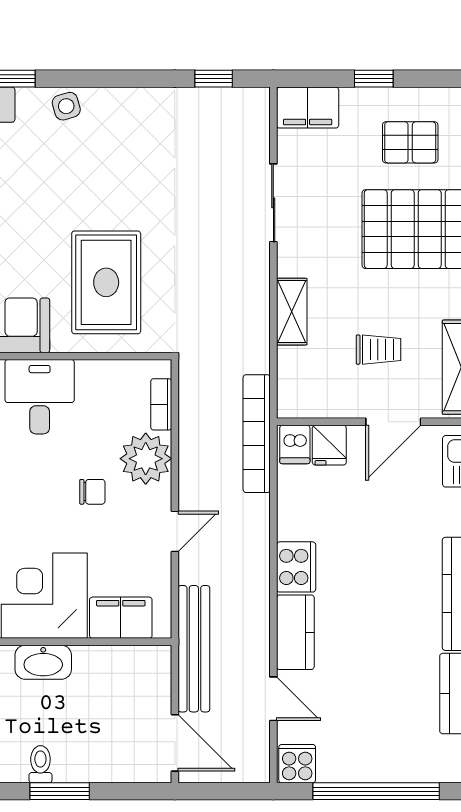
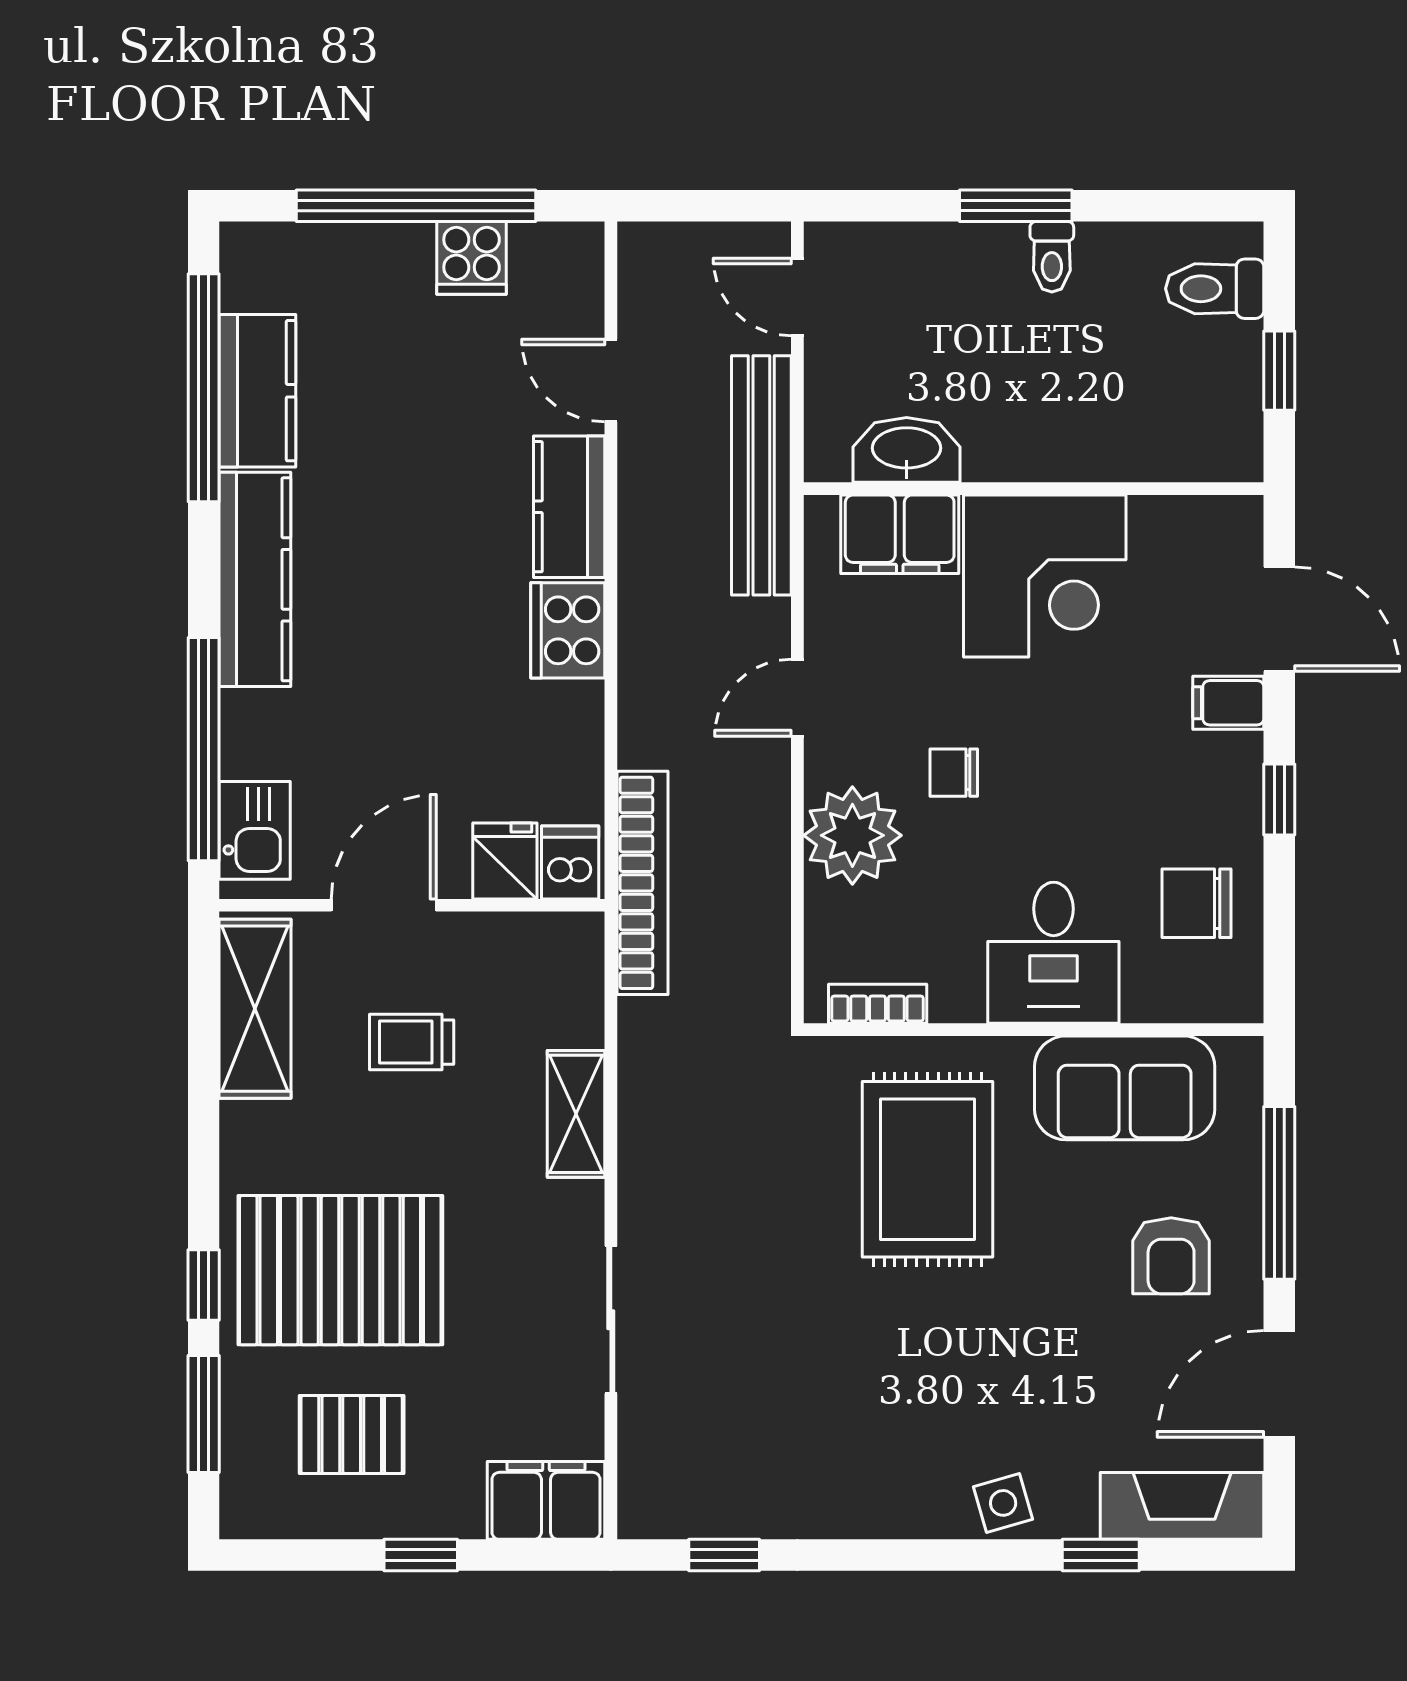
bookcase: (161, 404) -> (878, 1004), moved, turned -90
washbasin: (43, 662) -> (907, 450), moved
door: (175, 743) -> (797, 297), width x0.73
cooker: (297, 764) -> (472, 258), moved

